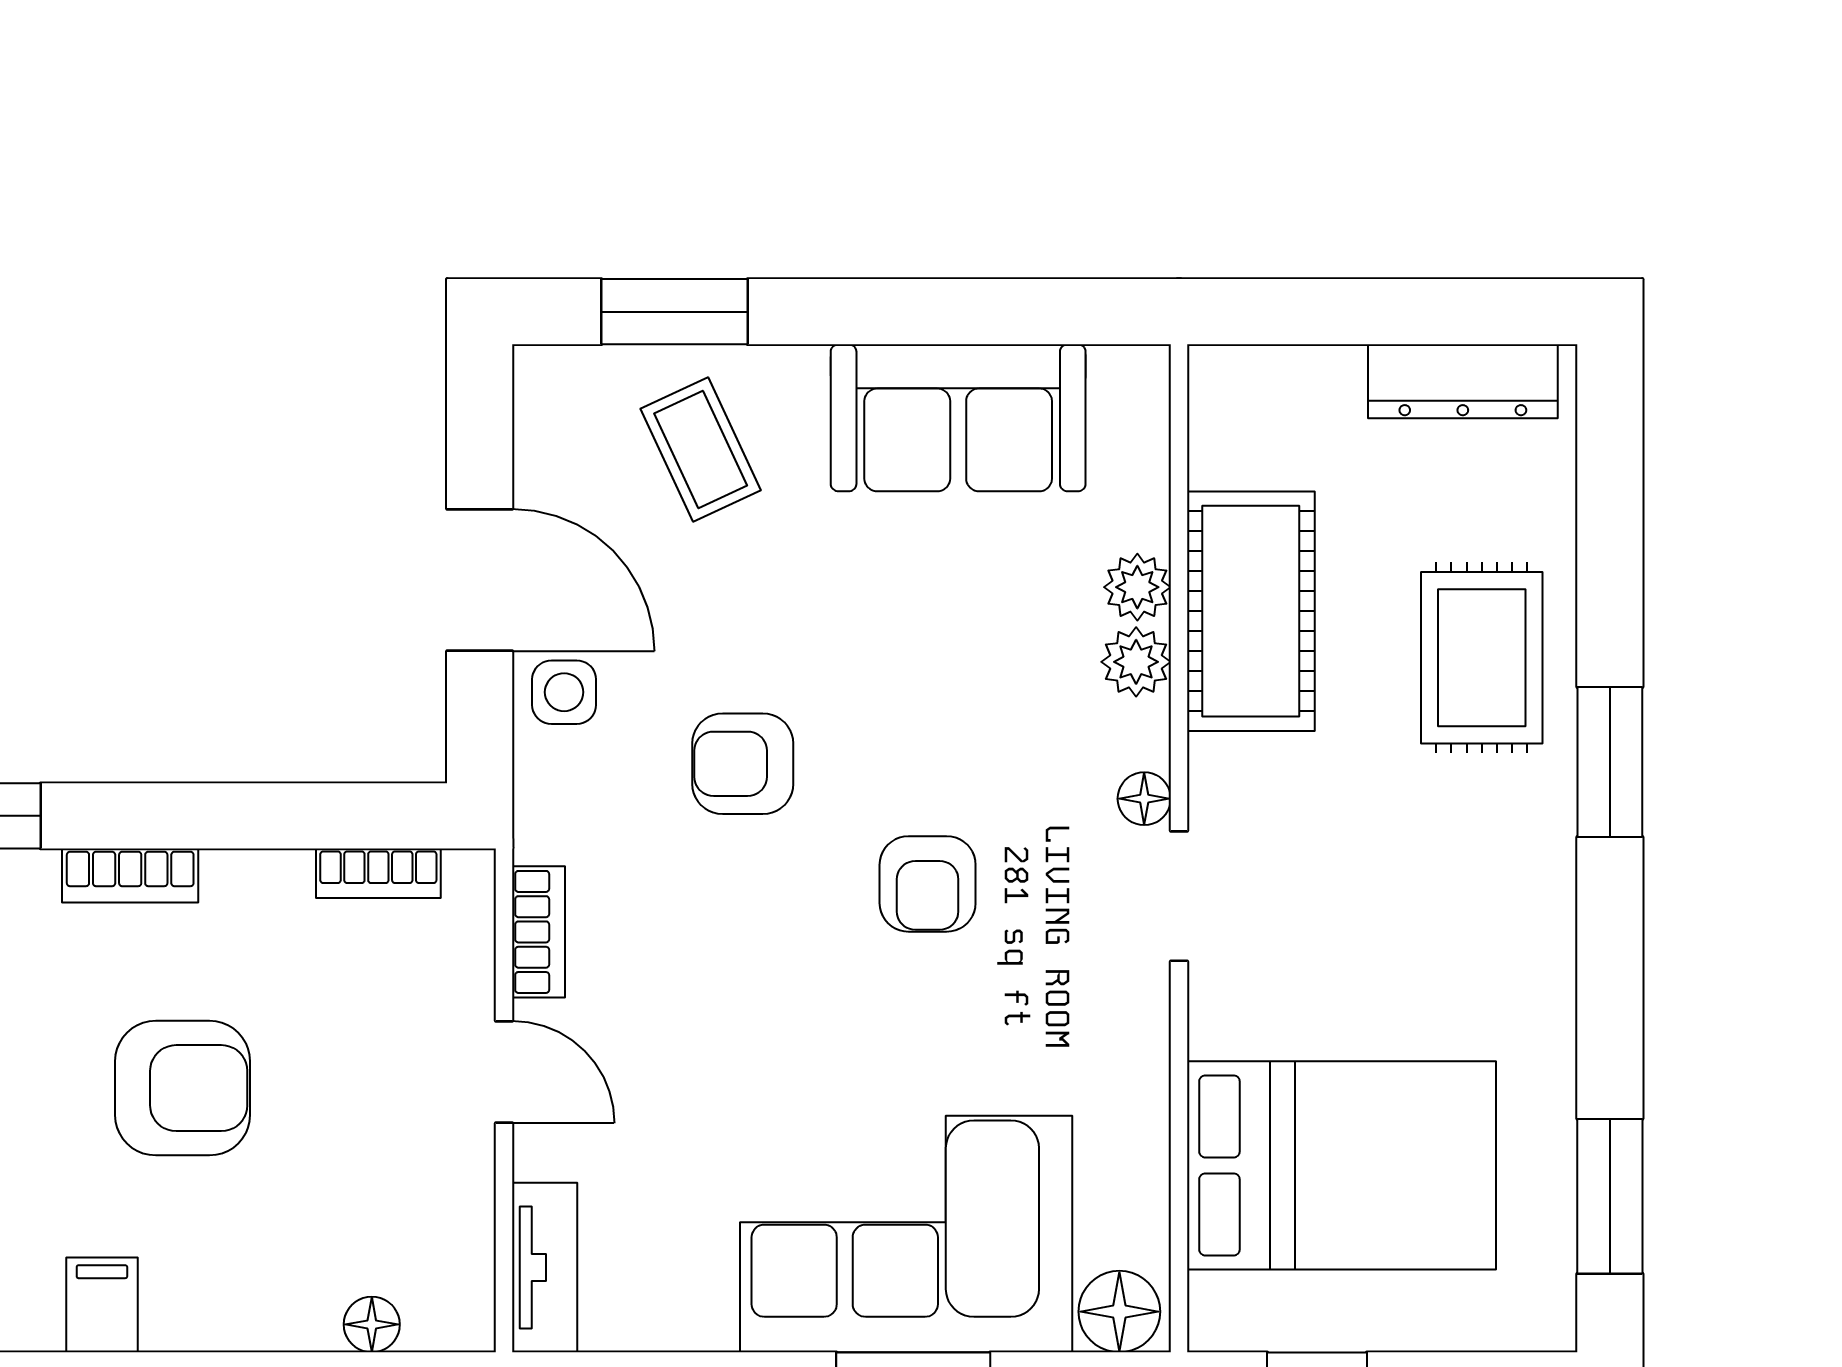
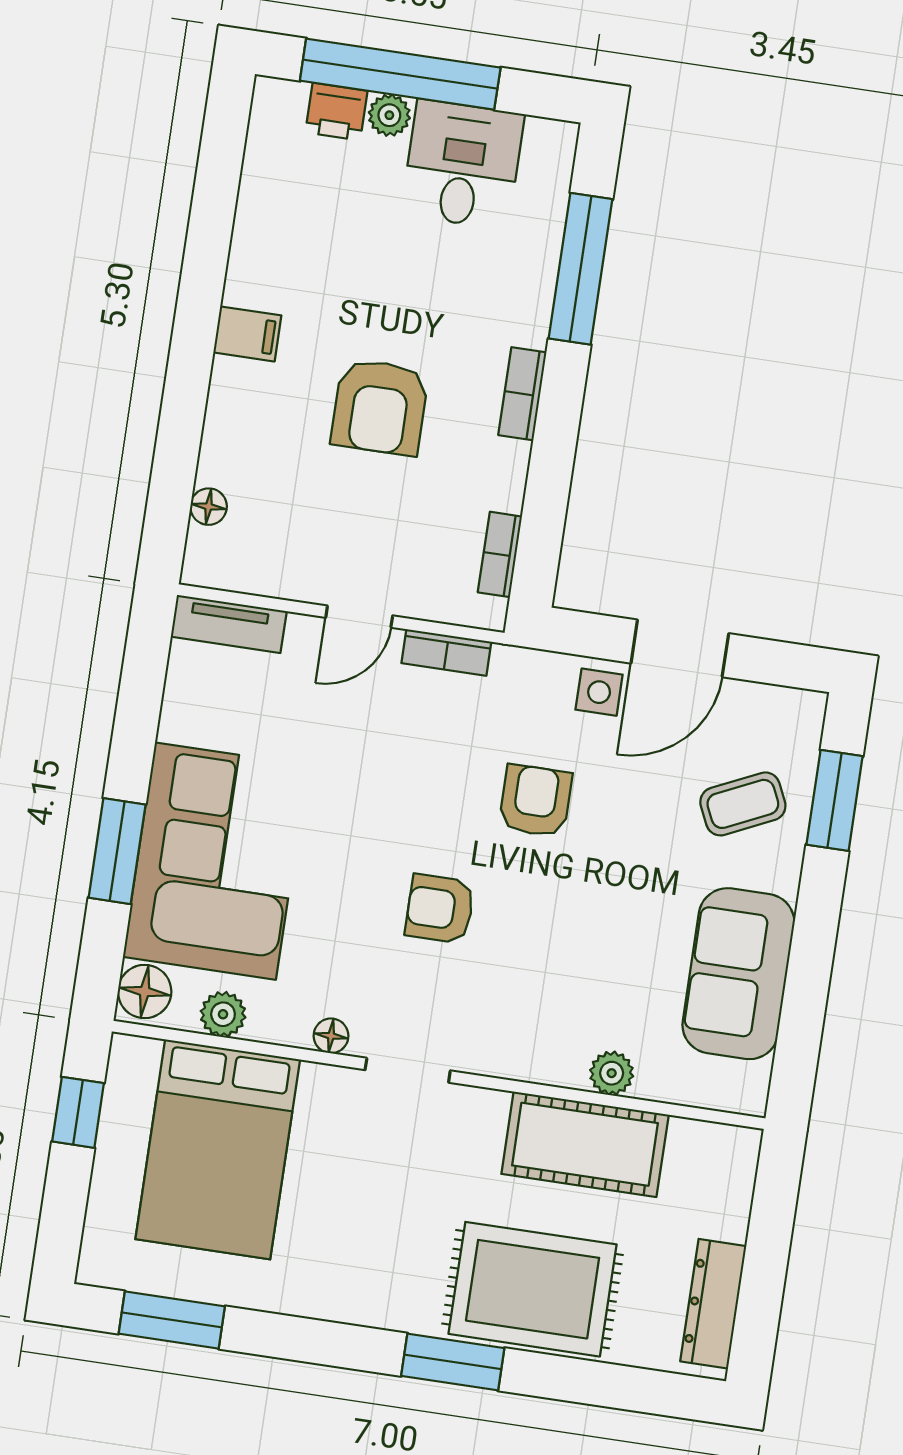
rug: (1482, 658) -> (533, 1289), width x1.36, depth x1.43
plant: (1136, 662) -> (223, 1014), moved
floor lamp: (1144, 799) -> (331, 1036), moved

